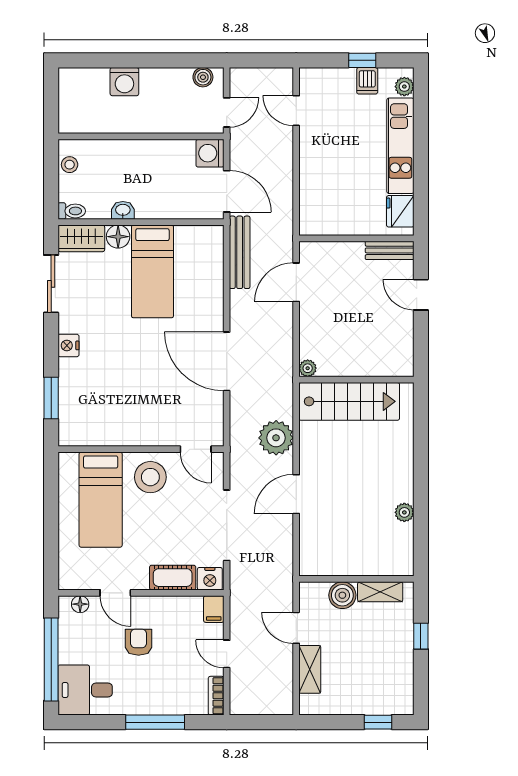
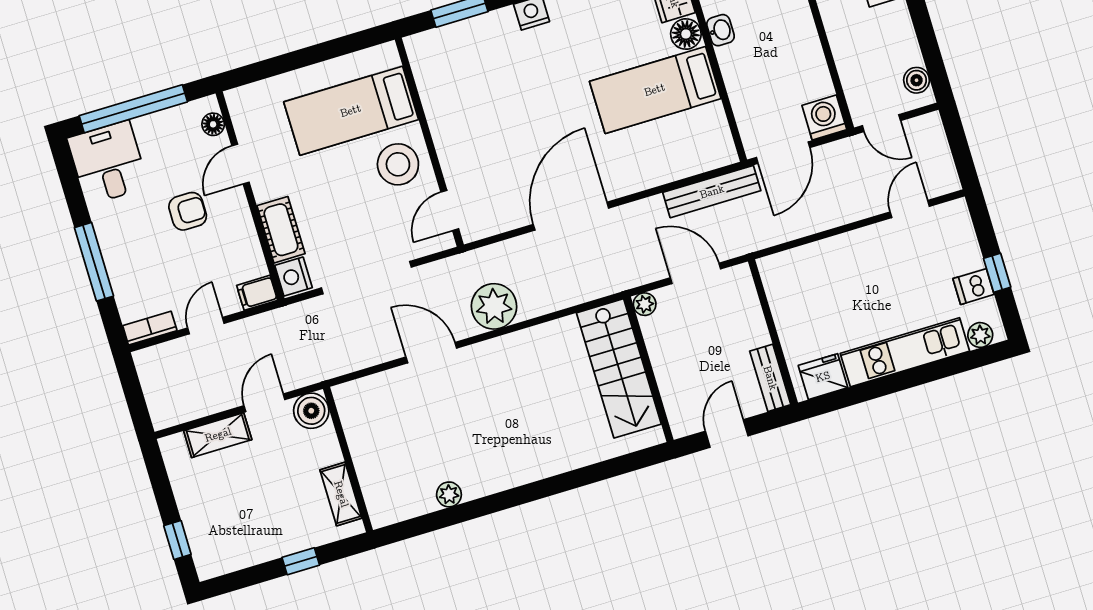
plant: (308, 368) -> (645, 304), moved
wall: (356, 380) -> (649, 369), moved
stairs: (349, 401) -> (619, 368), moved
boiler: (342, 595) -> (311, 411), moved

